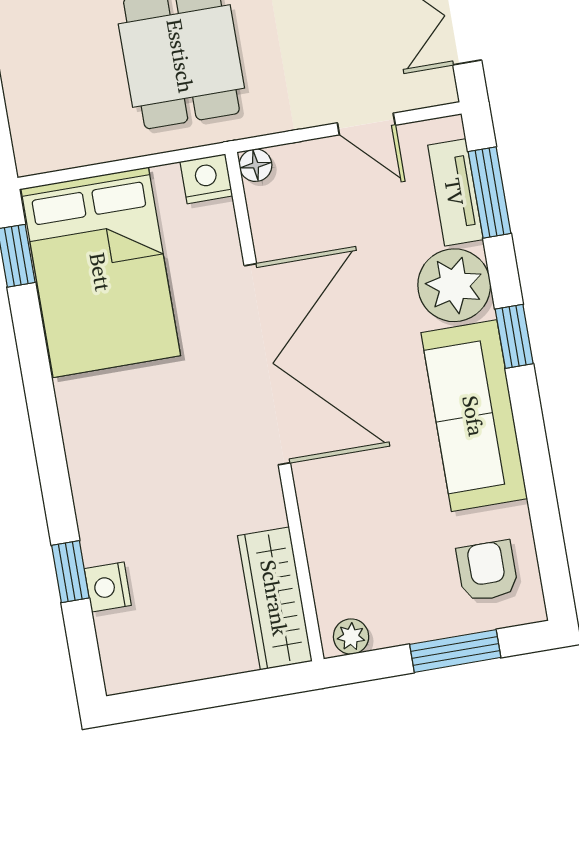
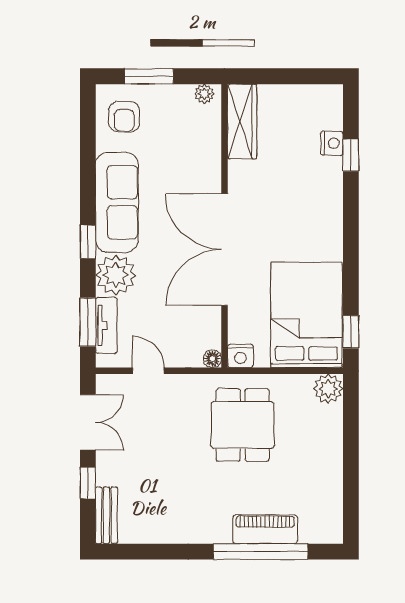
plant: (39, 147) -> (328, 389), added

